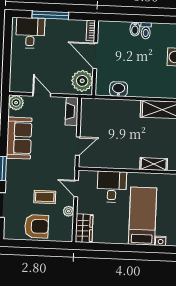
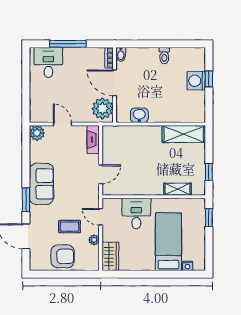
bidet: (135, 29) -> (121, 54), moved
sofa: (19, 138) -> (41, 184), moved

